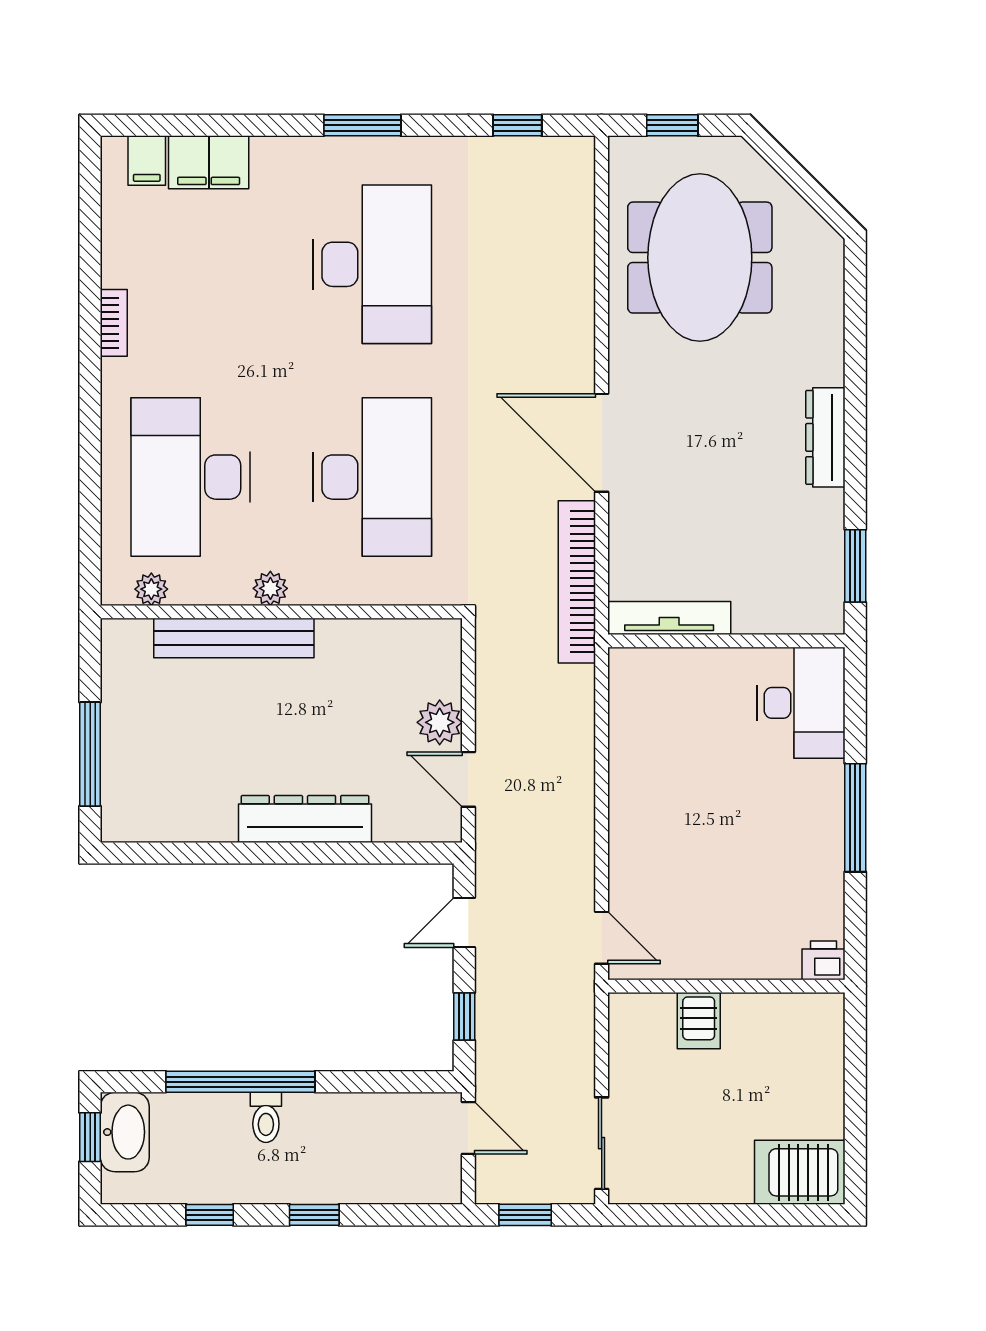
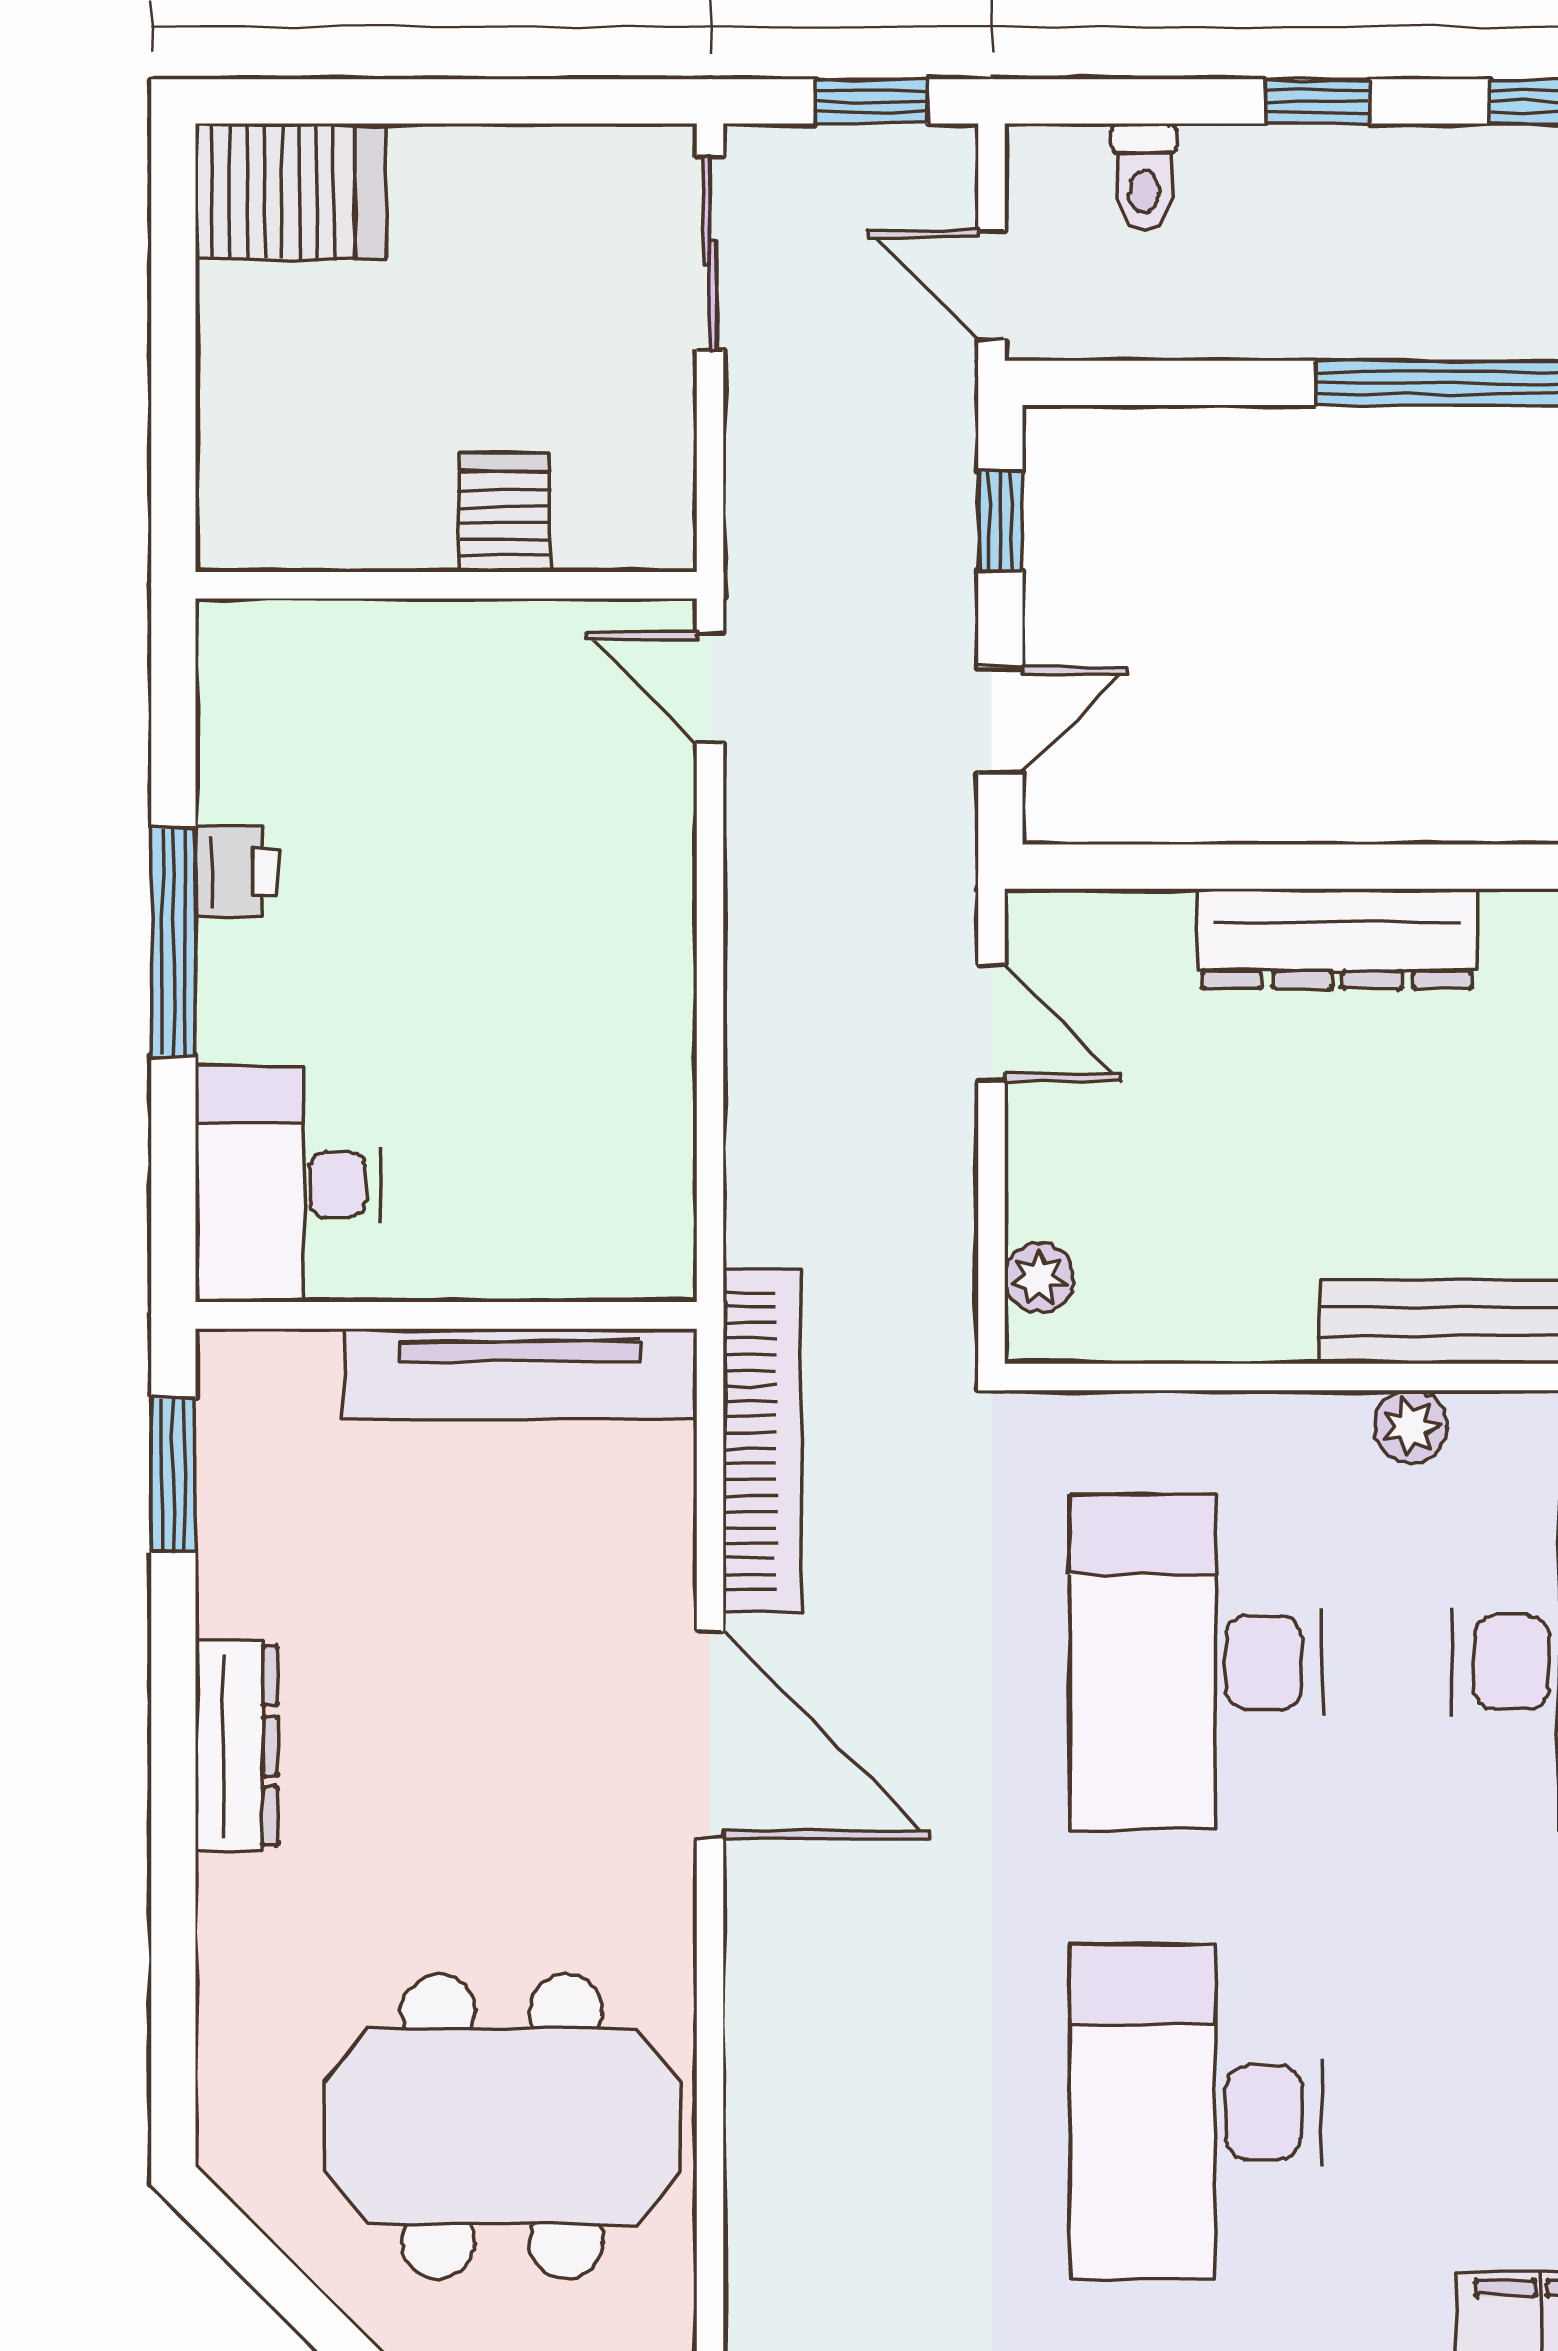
meeting table: (700, 258) -> (502, 2127), turned 90
tv unit: (669, 618) -> (520, 1374), width x1.36, depth x1.29
plant: (440, 722) -> (1039, 1278), moved, width x0.73, depth x0.73
printer: (823, 960) -> (236, 871), moved, turned -90
toilet: (266, 1117) -> (1144, 177), moved, turned 180

